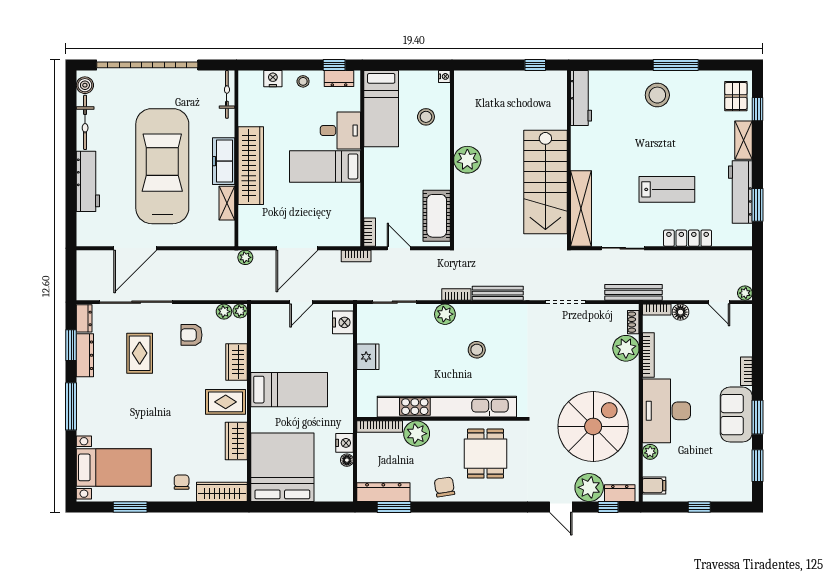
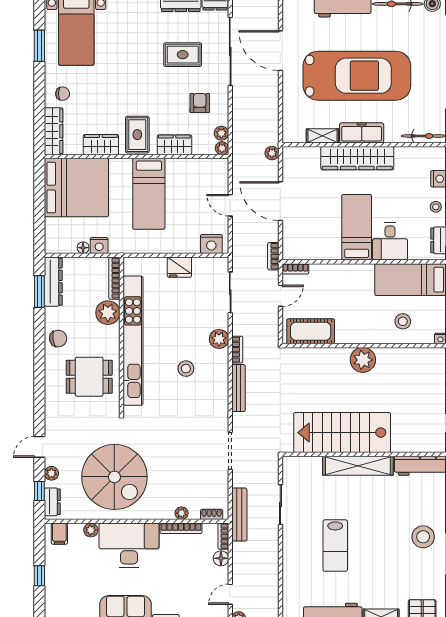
shelving: (581, 209) -> (358, 466), moved
locker: (688, 238) -> (290, 565), removed
plant: (626, 348) -> (182, 513), width x0.53, depth x0.53
plant: (589, 487) -> (51, 473), width x0.53, depth x0.53

